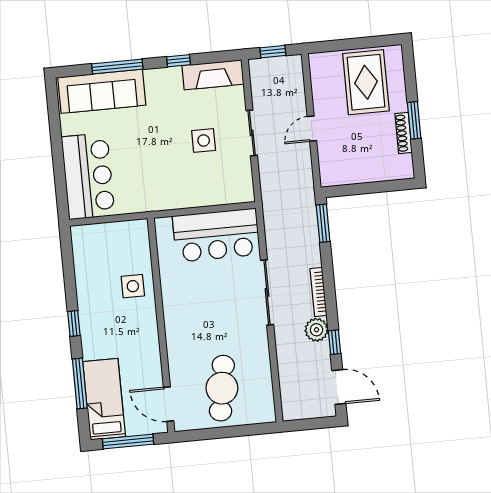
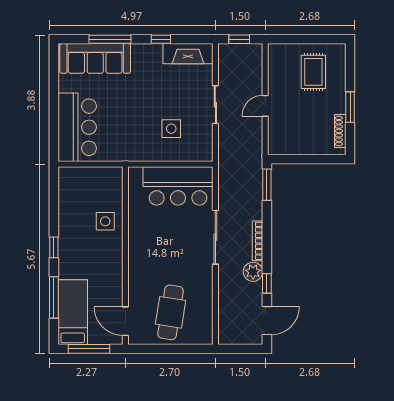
rug: (366, 82) -> (313, 72), width x0.73, depth x0.70
shoe rack: (404, 133) -> (340, 131), moved
side table: (204, 140) -> (171, 129), moved
door: (339, 387) -> (267, 321), hinge flipped

